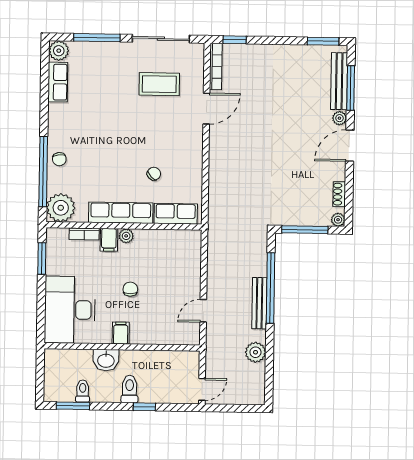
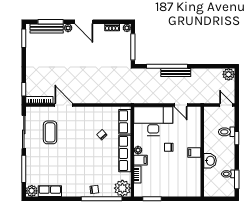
desk: (70, 310) -> (153, 121), moved, turned 180
plant: (255, 352) -> (229, 74), moved
toilet: (130, 389) -> (227, 132), moved

